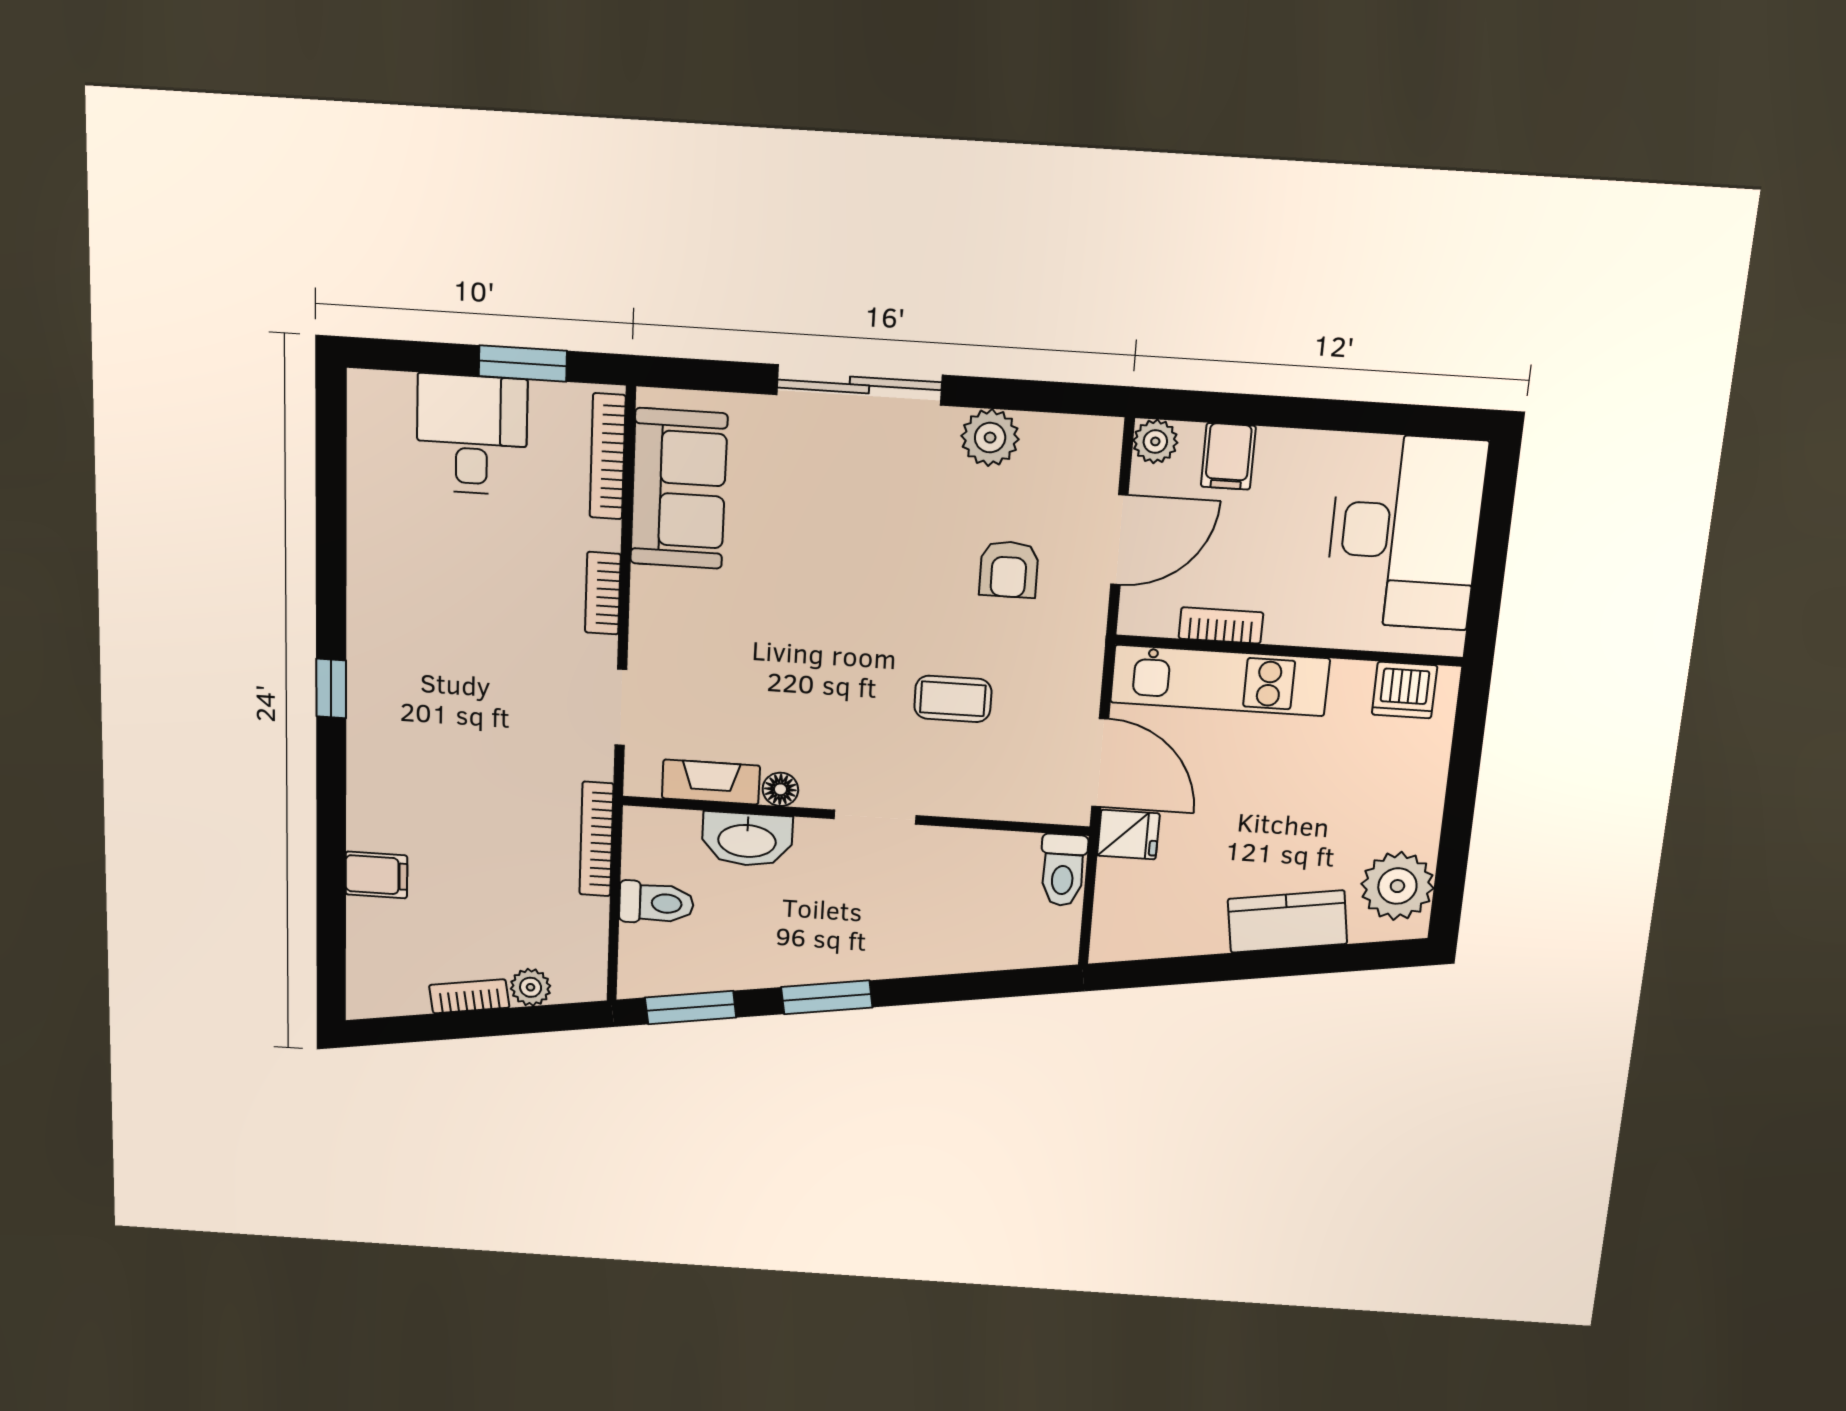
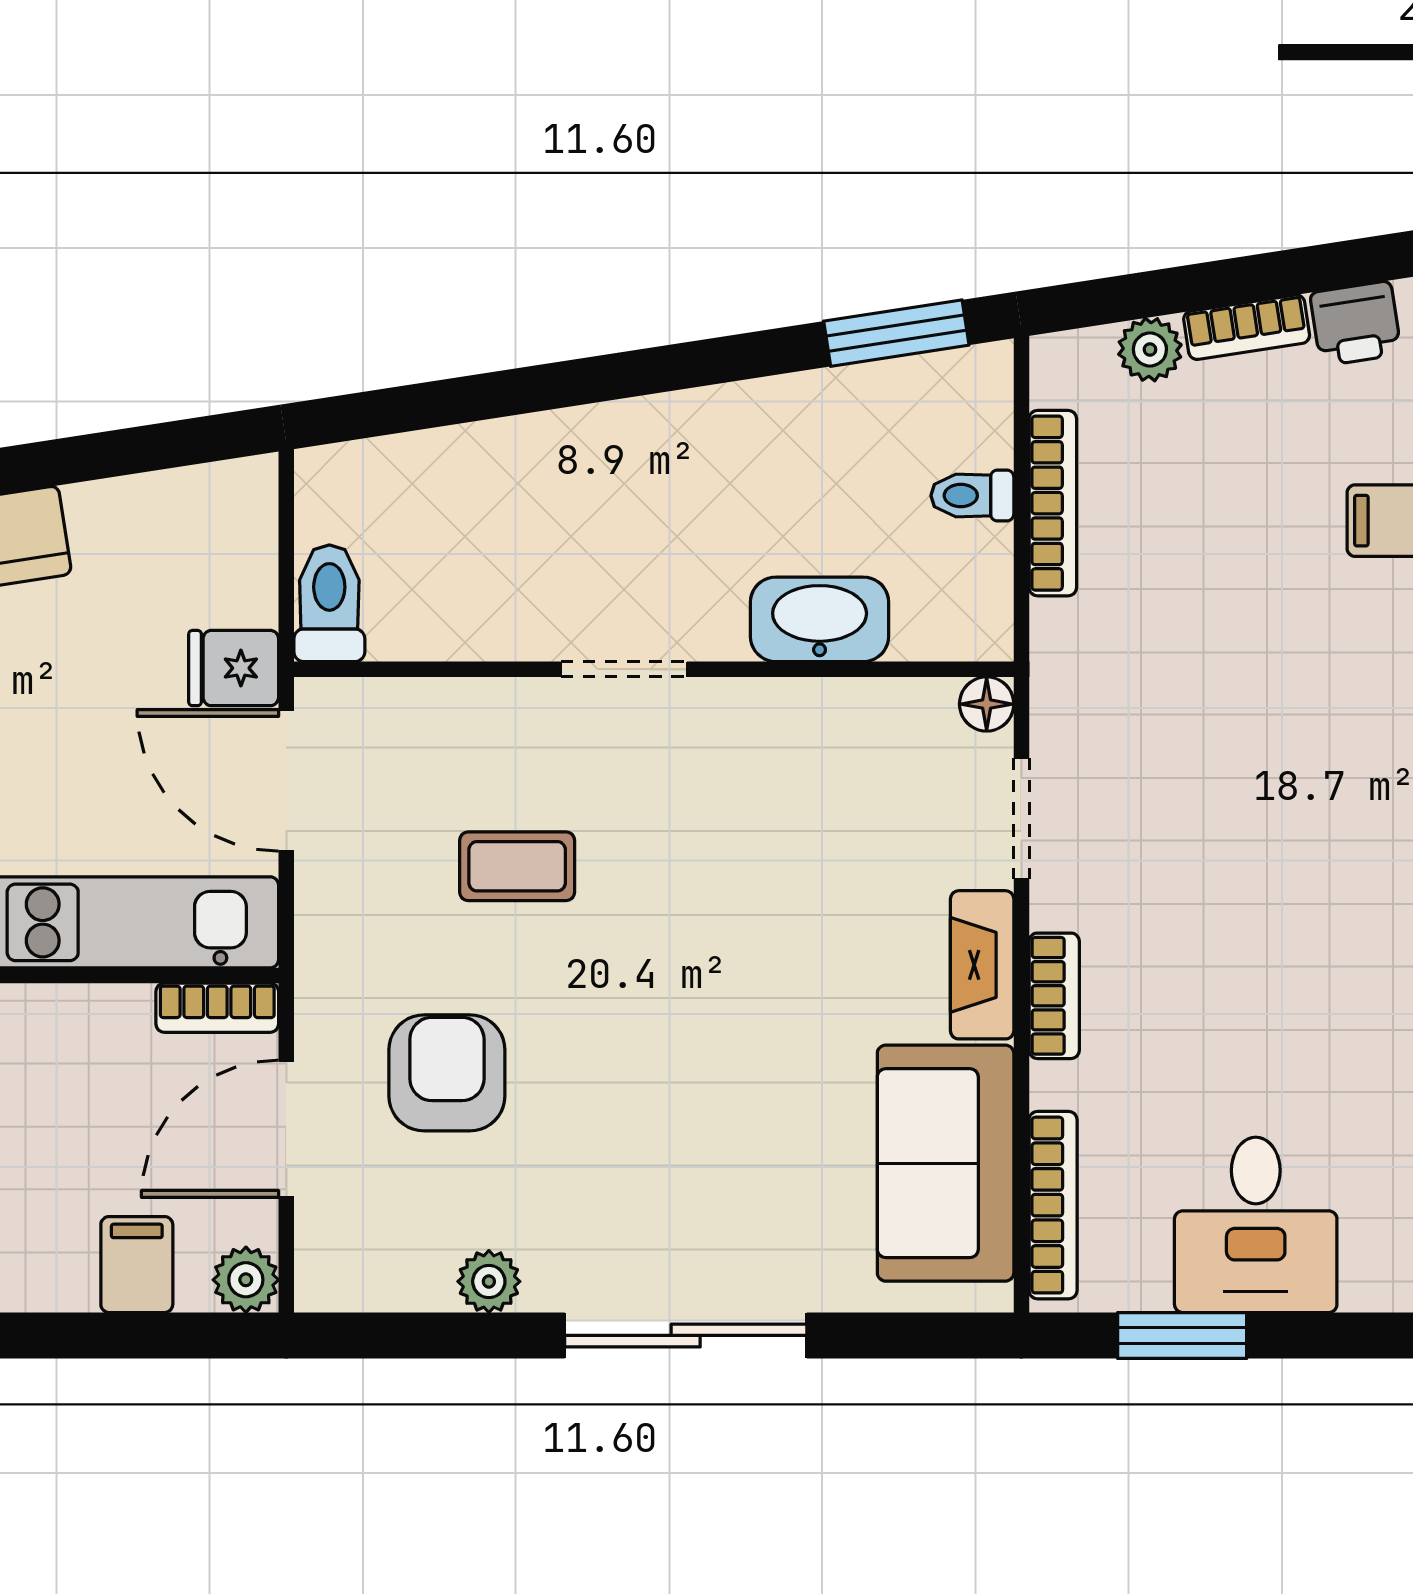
plant: (990, 438) -> (489, 1281), width x0.73, depth x0.73
armchair: (1009, 569) -> (447, 1073), width x1.38, depth x1.38
bookcase: (1221, 625) -> (217, 1008), moved
fireplace: (711, 782) -> (982, 965), moved, turned 90
floor lamp: (780, 789) -> (987, 704), moved
bookcase: (596, 839) -> (1053, 503), moved
toilet: (656, 903) -> (972, 496), width x0.73, depth x0.72
printer: (401, 994) -> (1356, 323), added
window: (827, 997) -> (683, 366), removed

